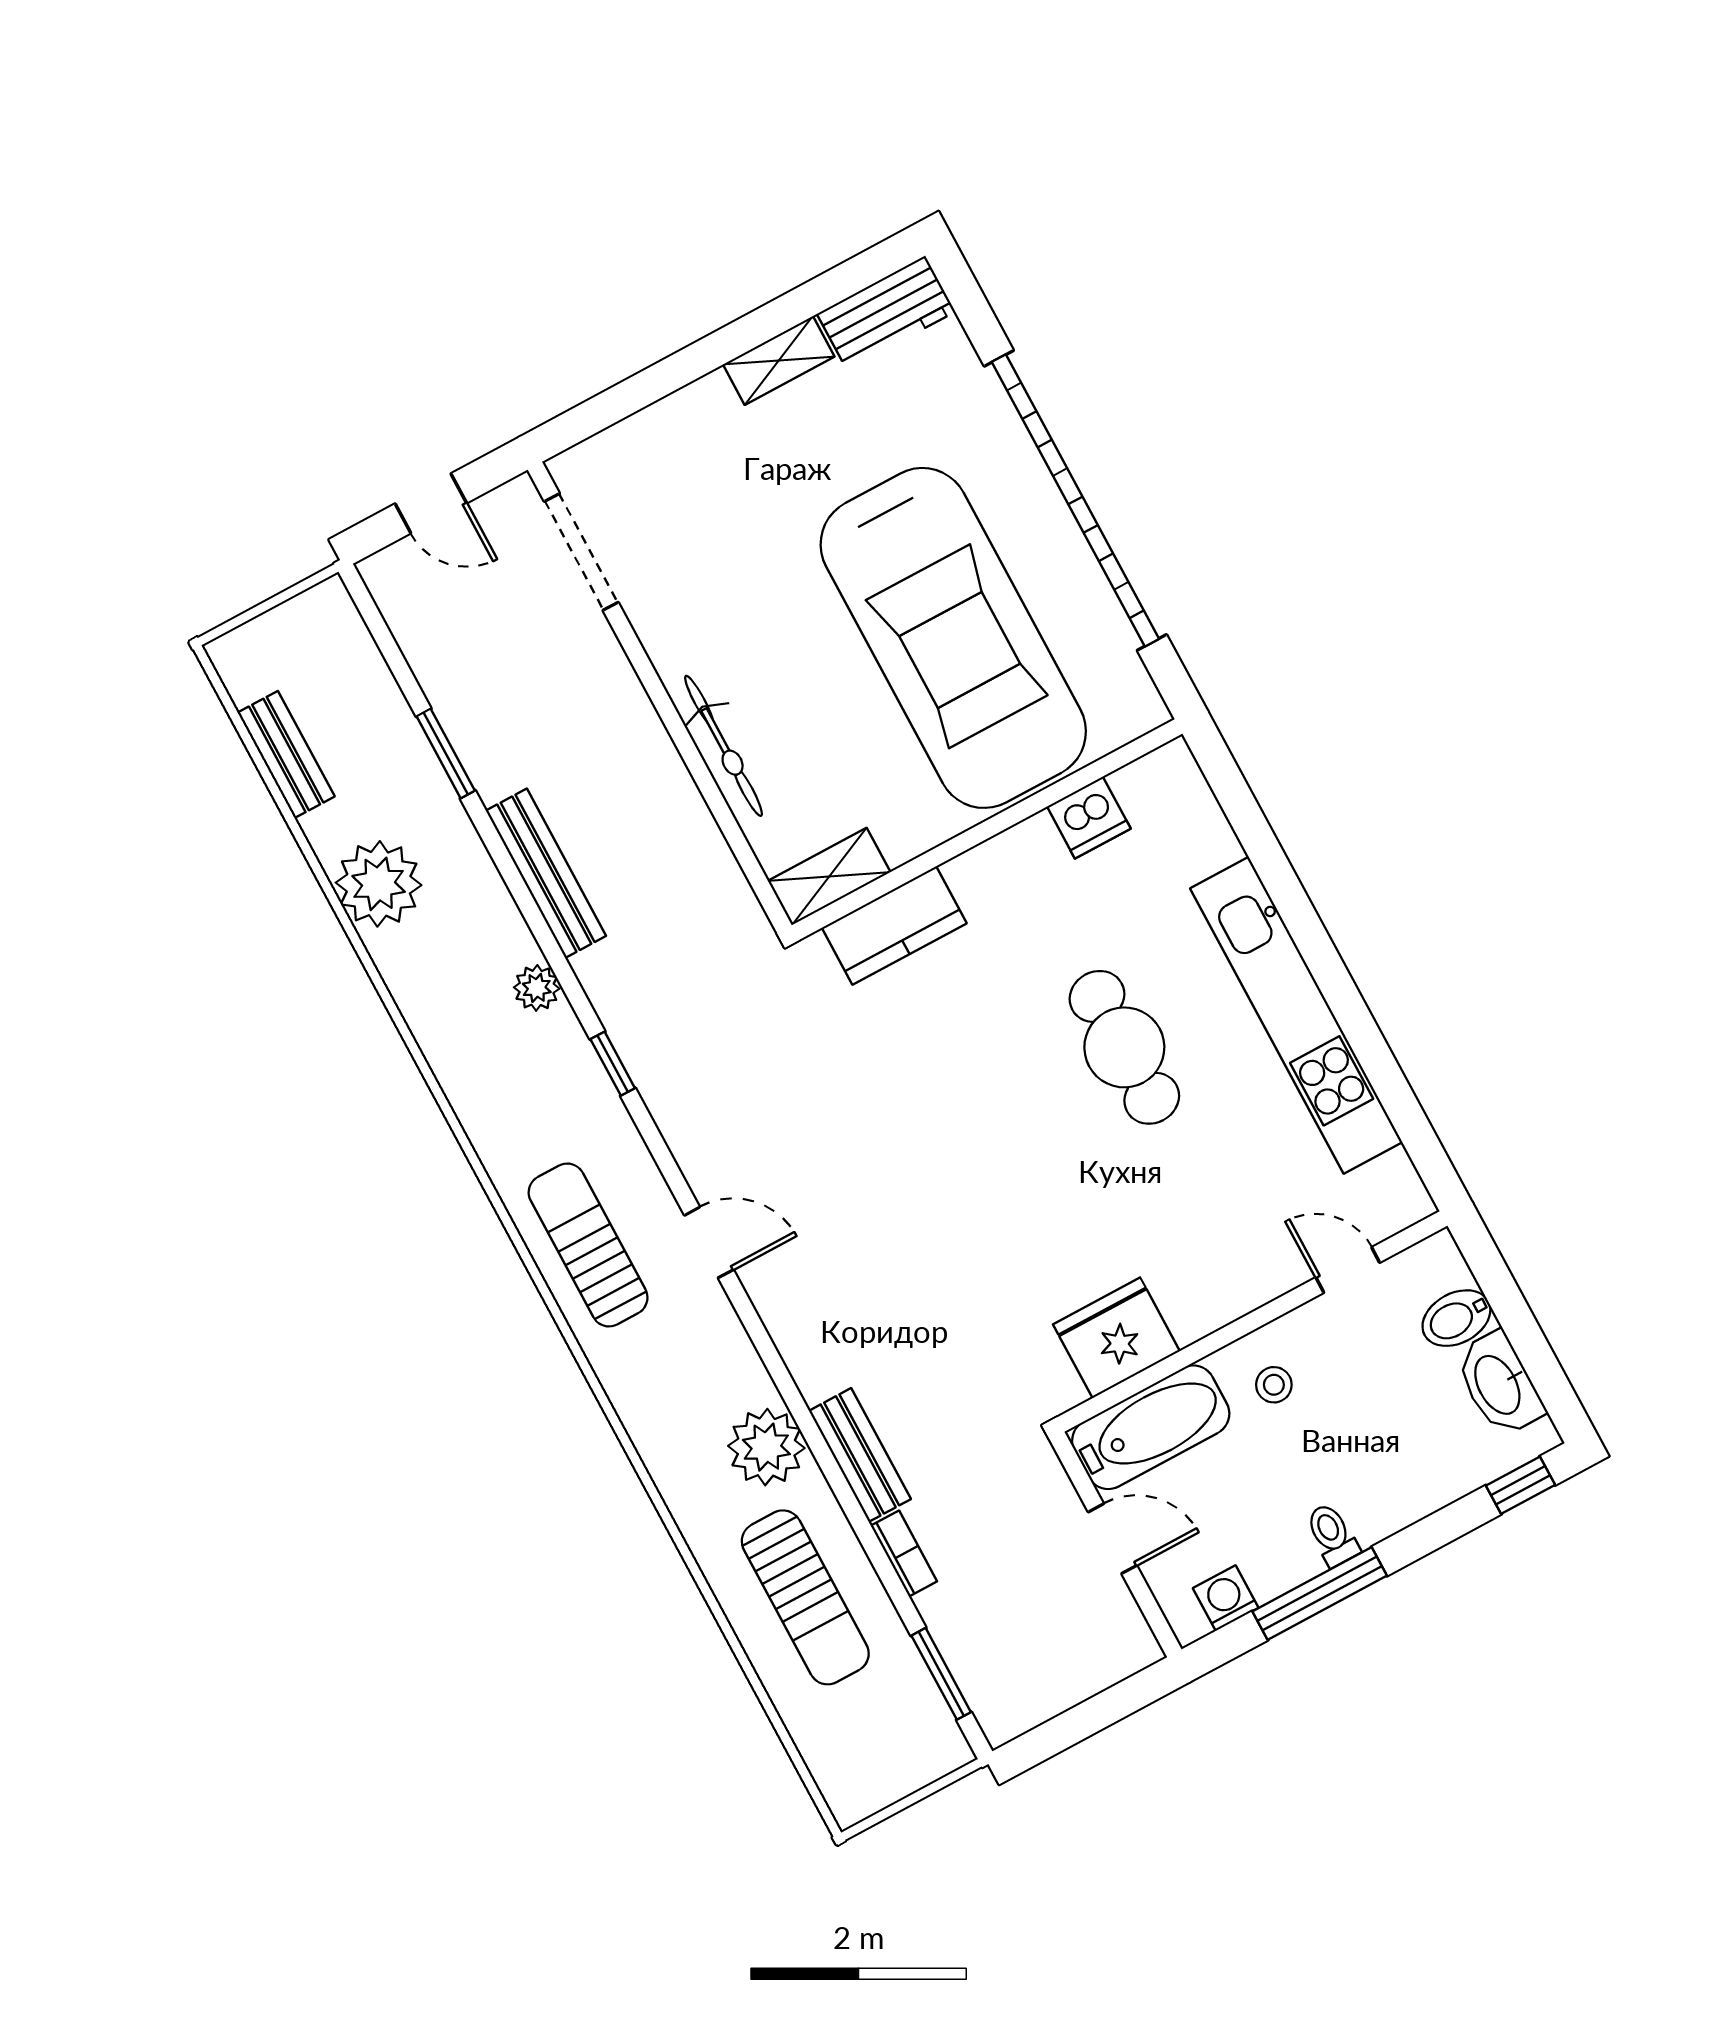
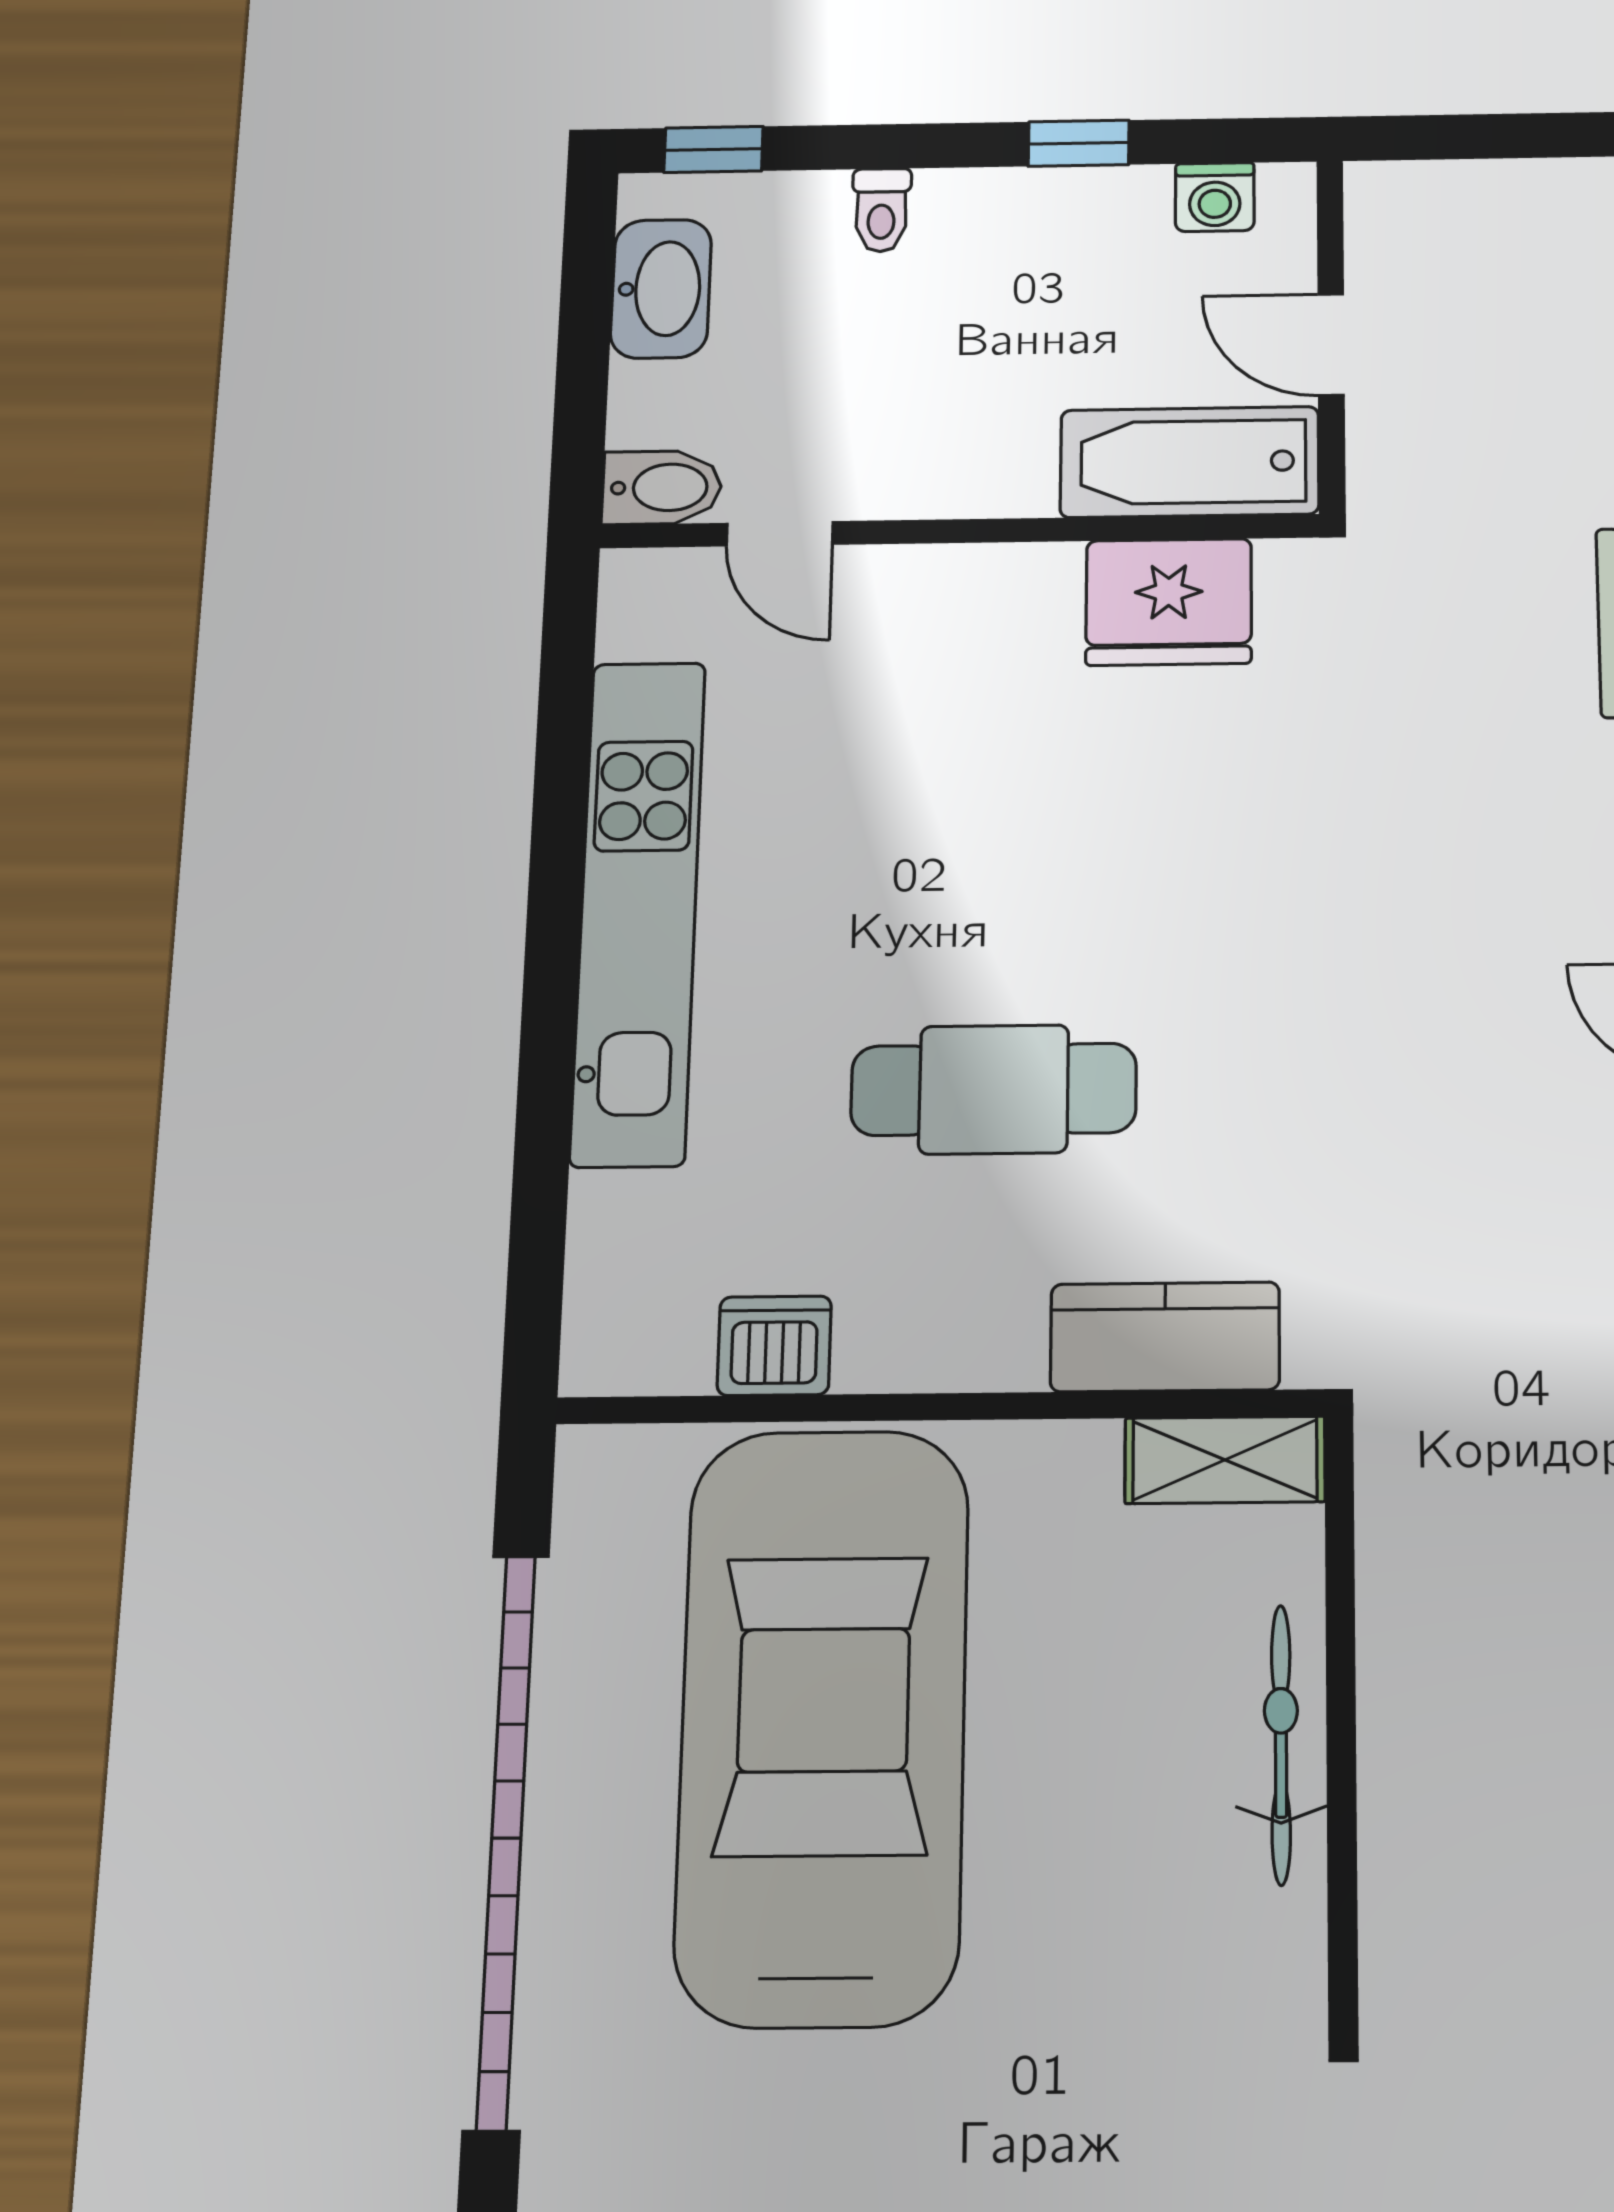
cafe table: (1124, 1047) -> (994, 1089), moved, turned 90
bidet: (1456, 1318) -> (662, 487), moved
stool: (1274, 1385) -> (979, 435), removed
toilet: (1332, 1535) -> (881, 210), moved
window: (1320, 1593) -> (1079, 143), width x0.46

